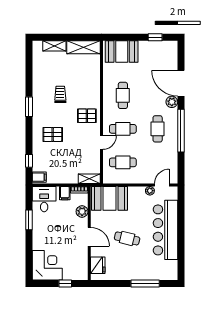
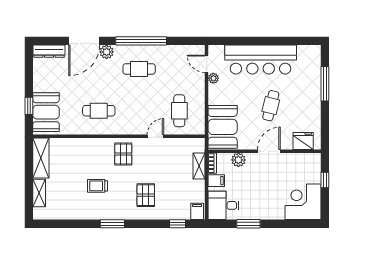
window: (155, 37) -> (29, 106), moved
dresser: (172, 54) -> (49, 51), added
cafe table: (123, 129) -> (139, 111), removed
door: (102, 142) -> (155, 136), hinge flipped
shelving: (89, 179) -> (199, 166), moved

